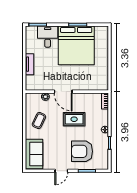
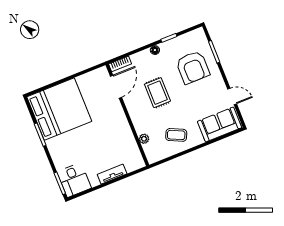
desk: (48, 37) -> (74, 180), moved, turned -90
bed: (76, 45) -> (59, 109), moved
door: (63, 92) -> (116, 87), moved
door: (61, 171) -> (232, 96), moved

